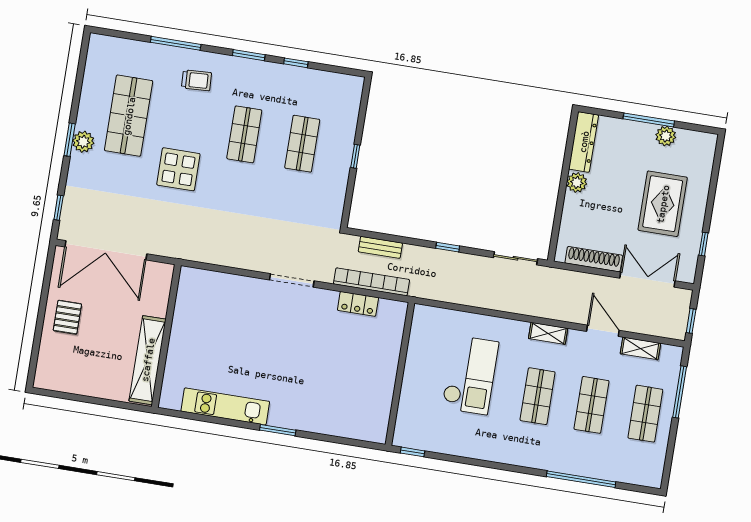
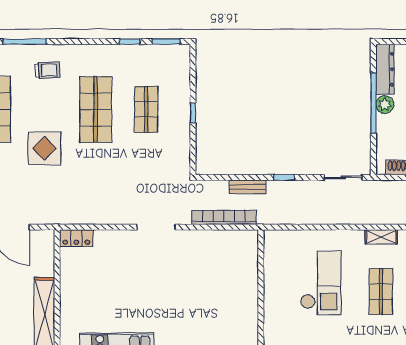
window: (249, 55) -> (166, 42), moved
shop shelf: (244, 134) -> (96, 109), width x1.43, depth x1.36
window: (564, 179) -> (373, 103), added
bench: (380, 247) -> (247, 187), moved
locker: (358, 304) -> (76, 238), moved

